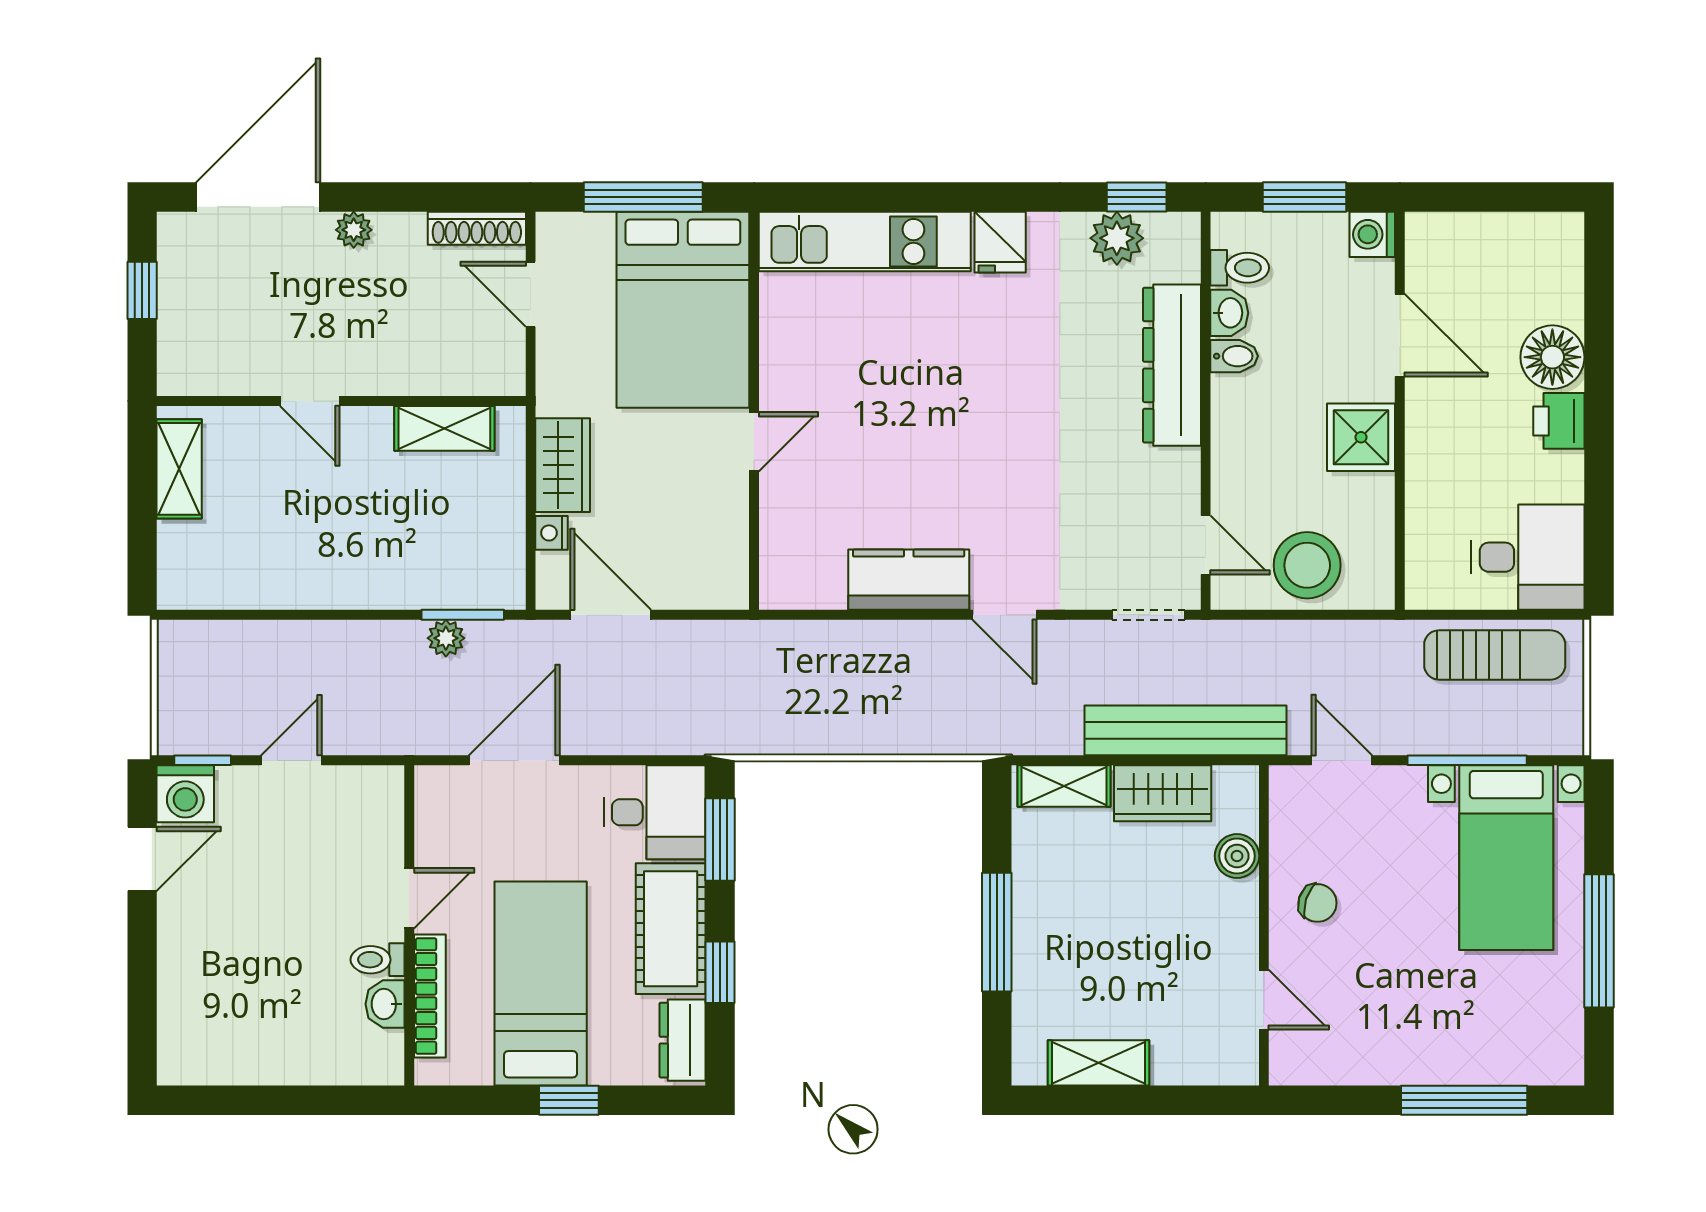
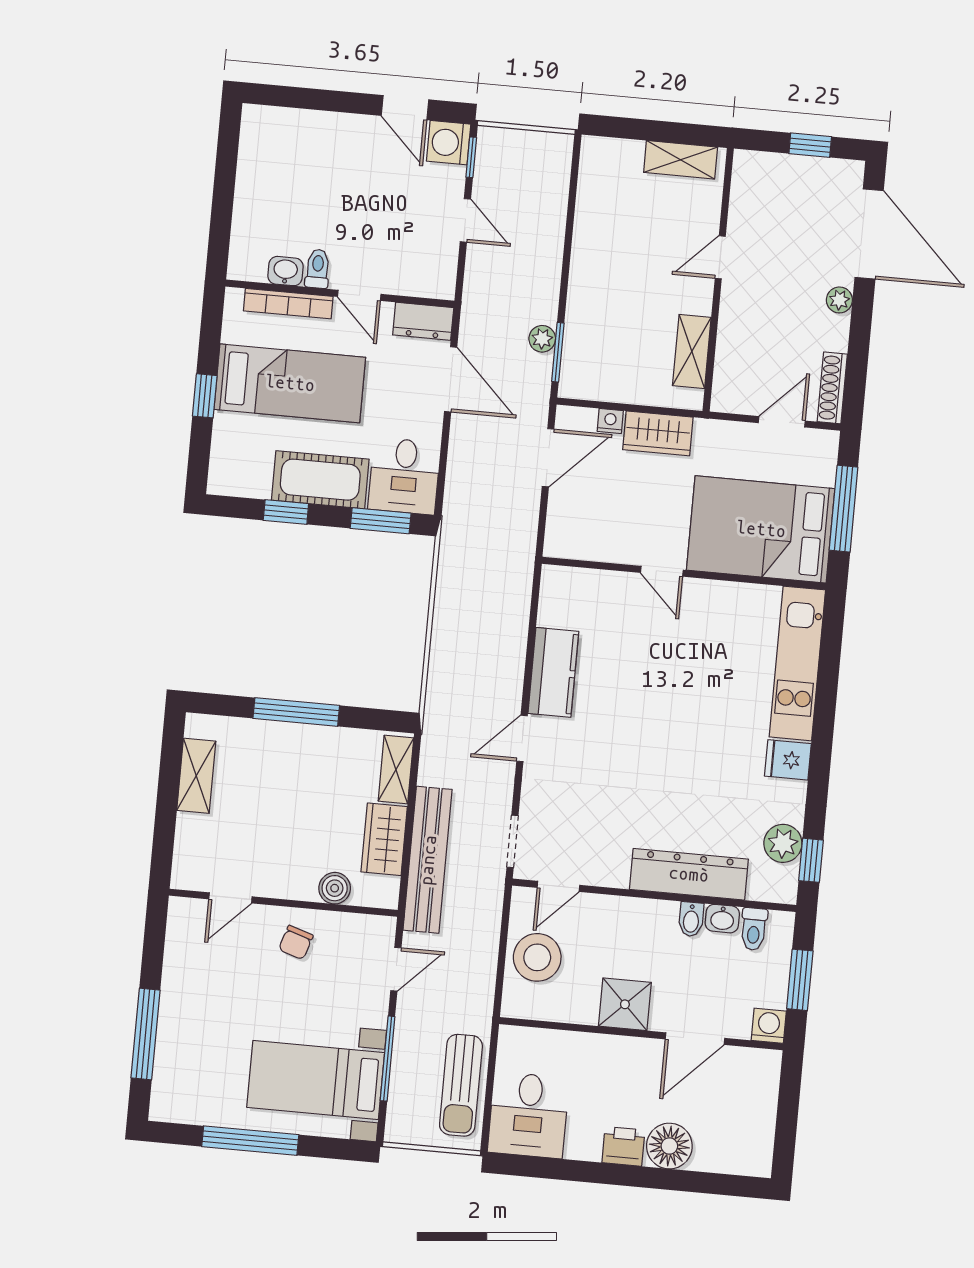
dresser: (682, 1040) -> (423, 321), moved, turned 180

